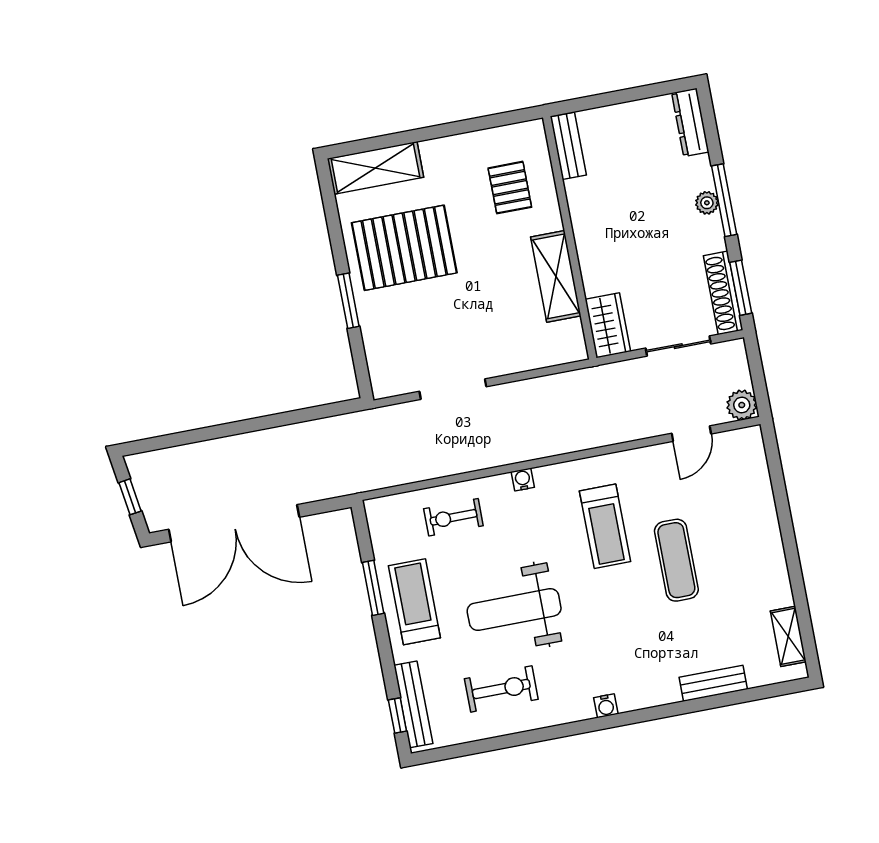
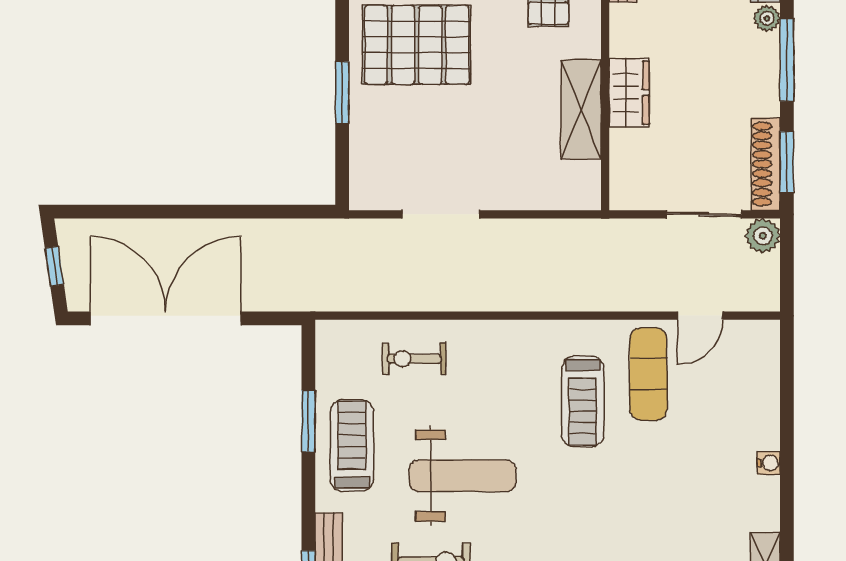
plant: (707, 203) -> (767, 18), moved
wardrobe: (608, 325) -> (629, 93), moved
plant: (742, 405) -> (763, 236), moved
water cooler: (523, 480) -> (769, 463), moved, turned 90
double door: (234, 523) -> (166, 318), swing flipped
exercise mat: (676, 560) -> (648, 374), moved
weight bench: (514, 610) -> (463, 476), turned 180

